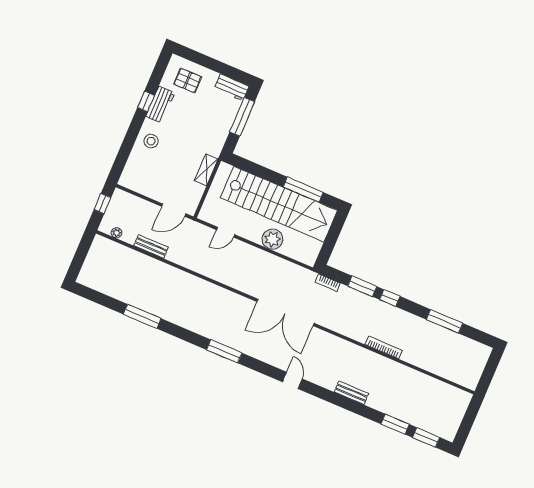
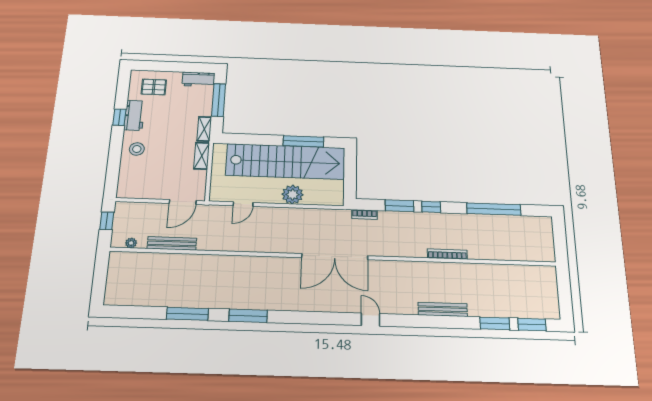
shelving: (218, 143) -> (204, 129), added
bench: (151, 246) -> (172, 243), width x1.36
window: (445, 321) -> (494, 209), width x1.46
window: (224, 351) -> (248, 316), moved
bench: (351, 393) -> (443, 309), width x1.36

